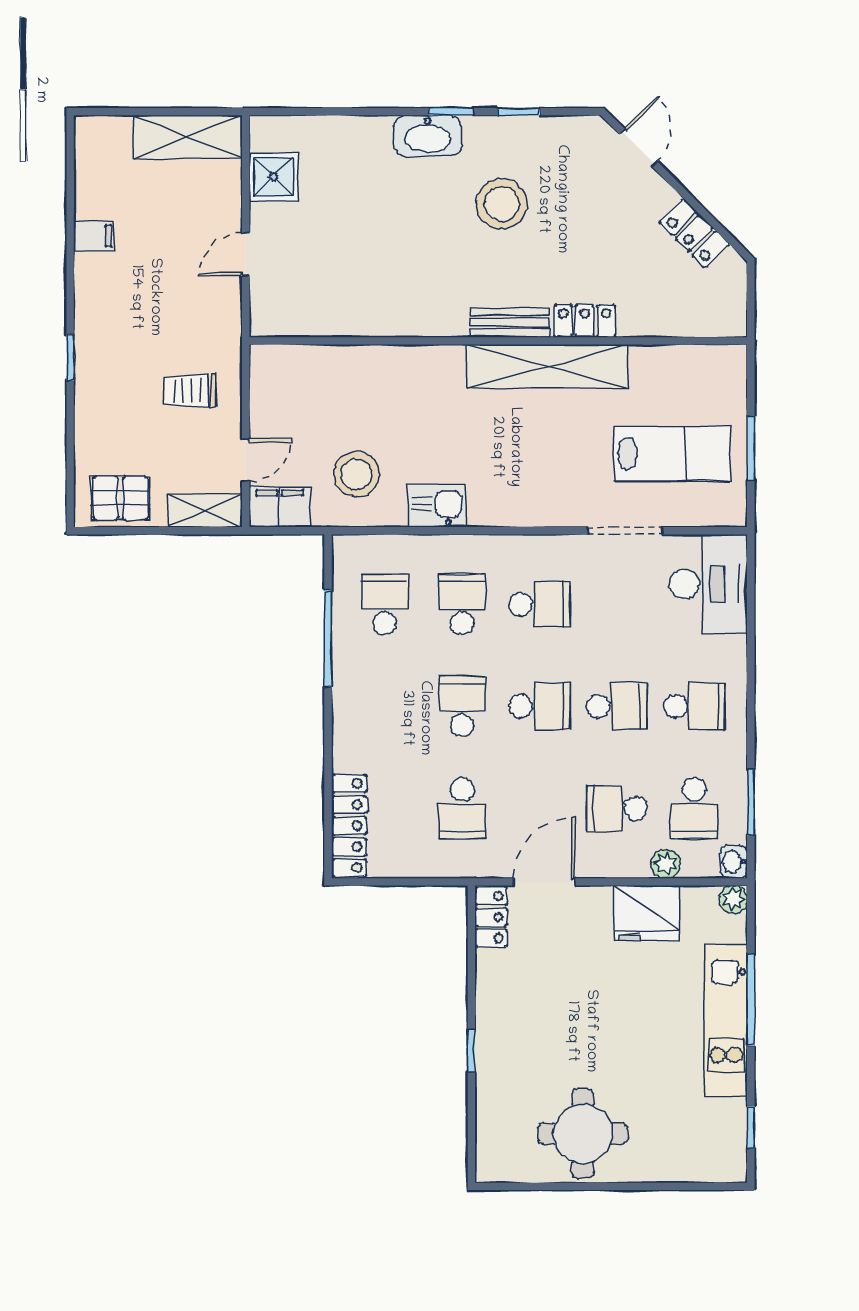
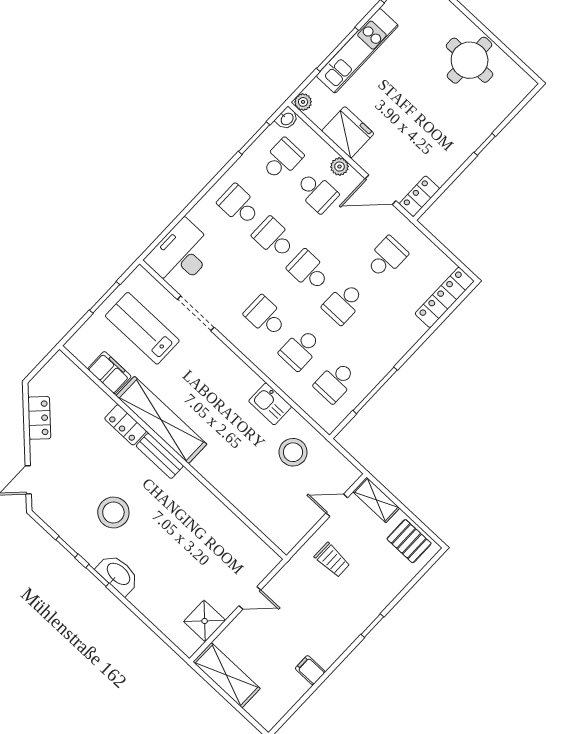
filing cabinet: (280, 507) -> (109, 373), moved, turned 180
plant: (666, 864) -> (339, 167), moved

